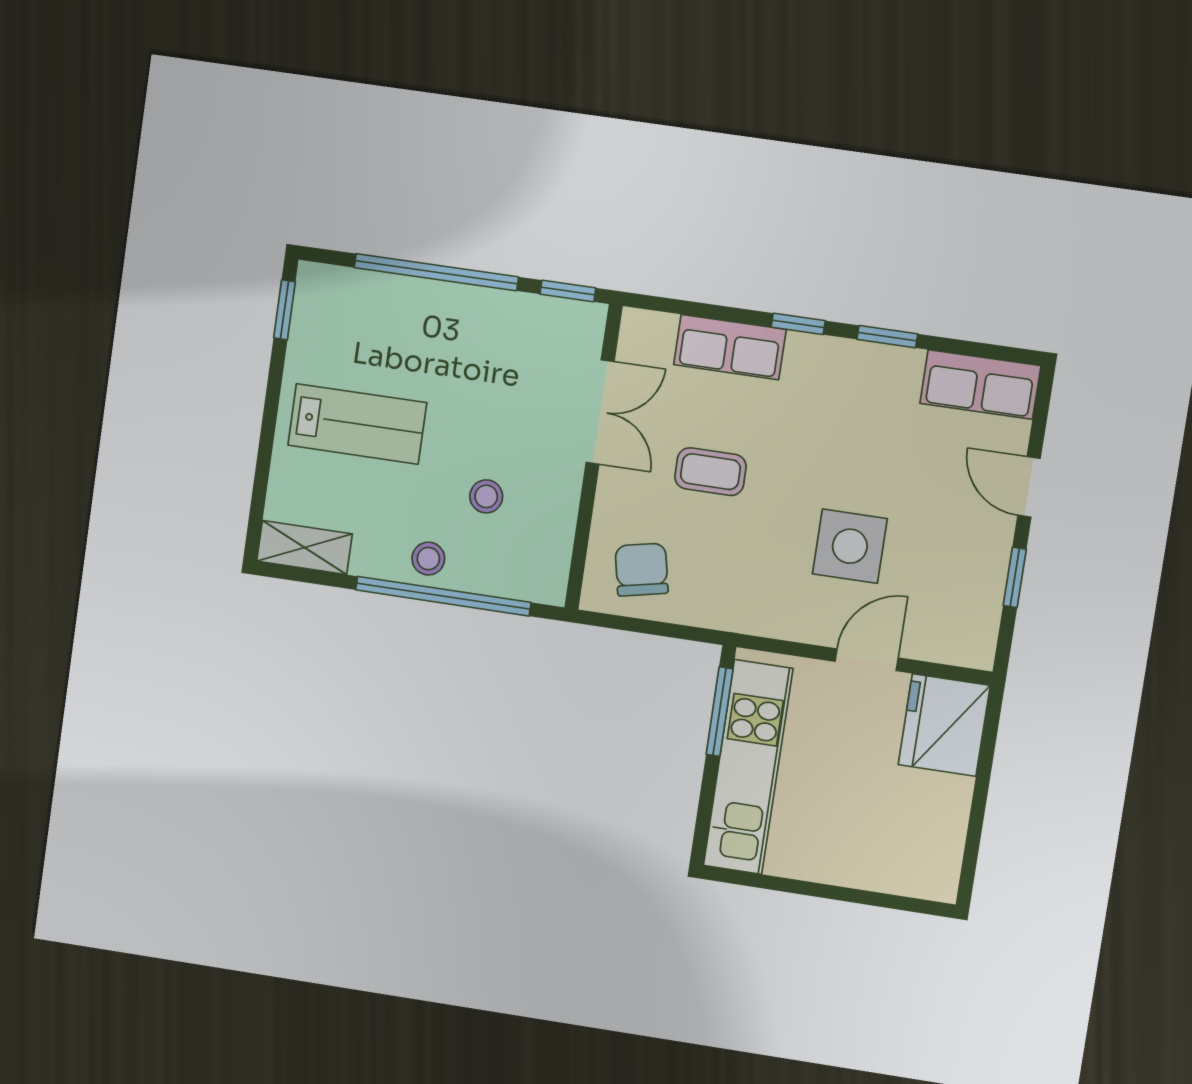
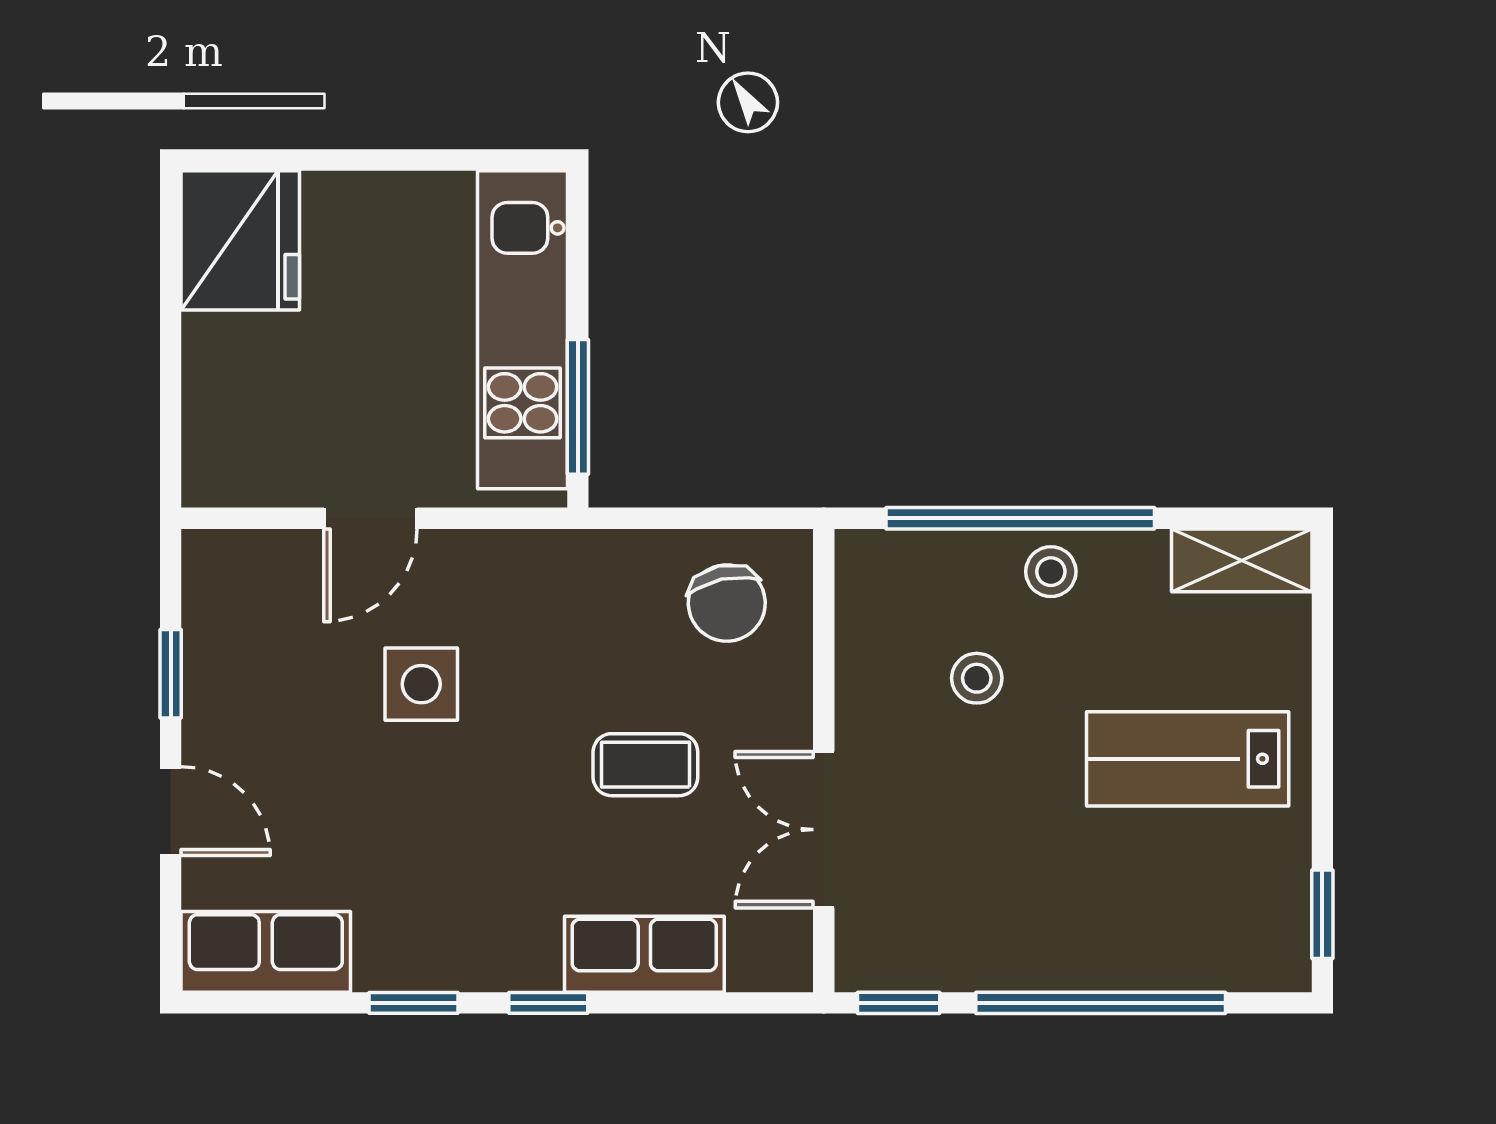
side table: (850, 546) -> (421, 684), width x0.73, depth x0.73
fridge: (944, 725) -> (240, 240), moved

